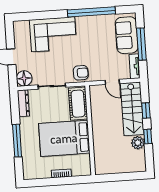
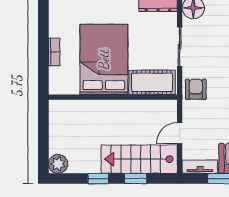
armchair: (81, 73) -> (196, 89), turned 180
plant: (138, 143) -> (58, 164), moved

